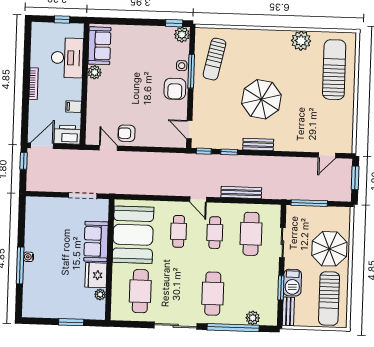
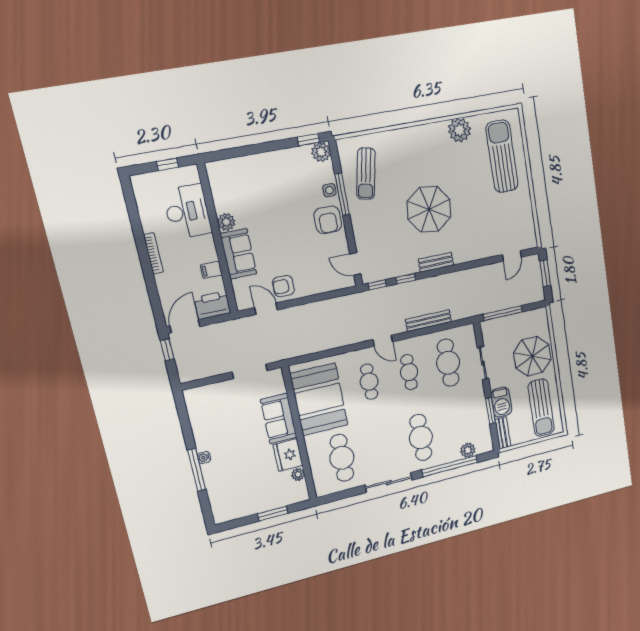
sofa: (99, 46) -> (238, 254), moved

